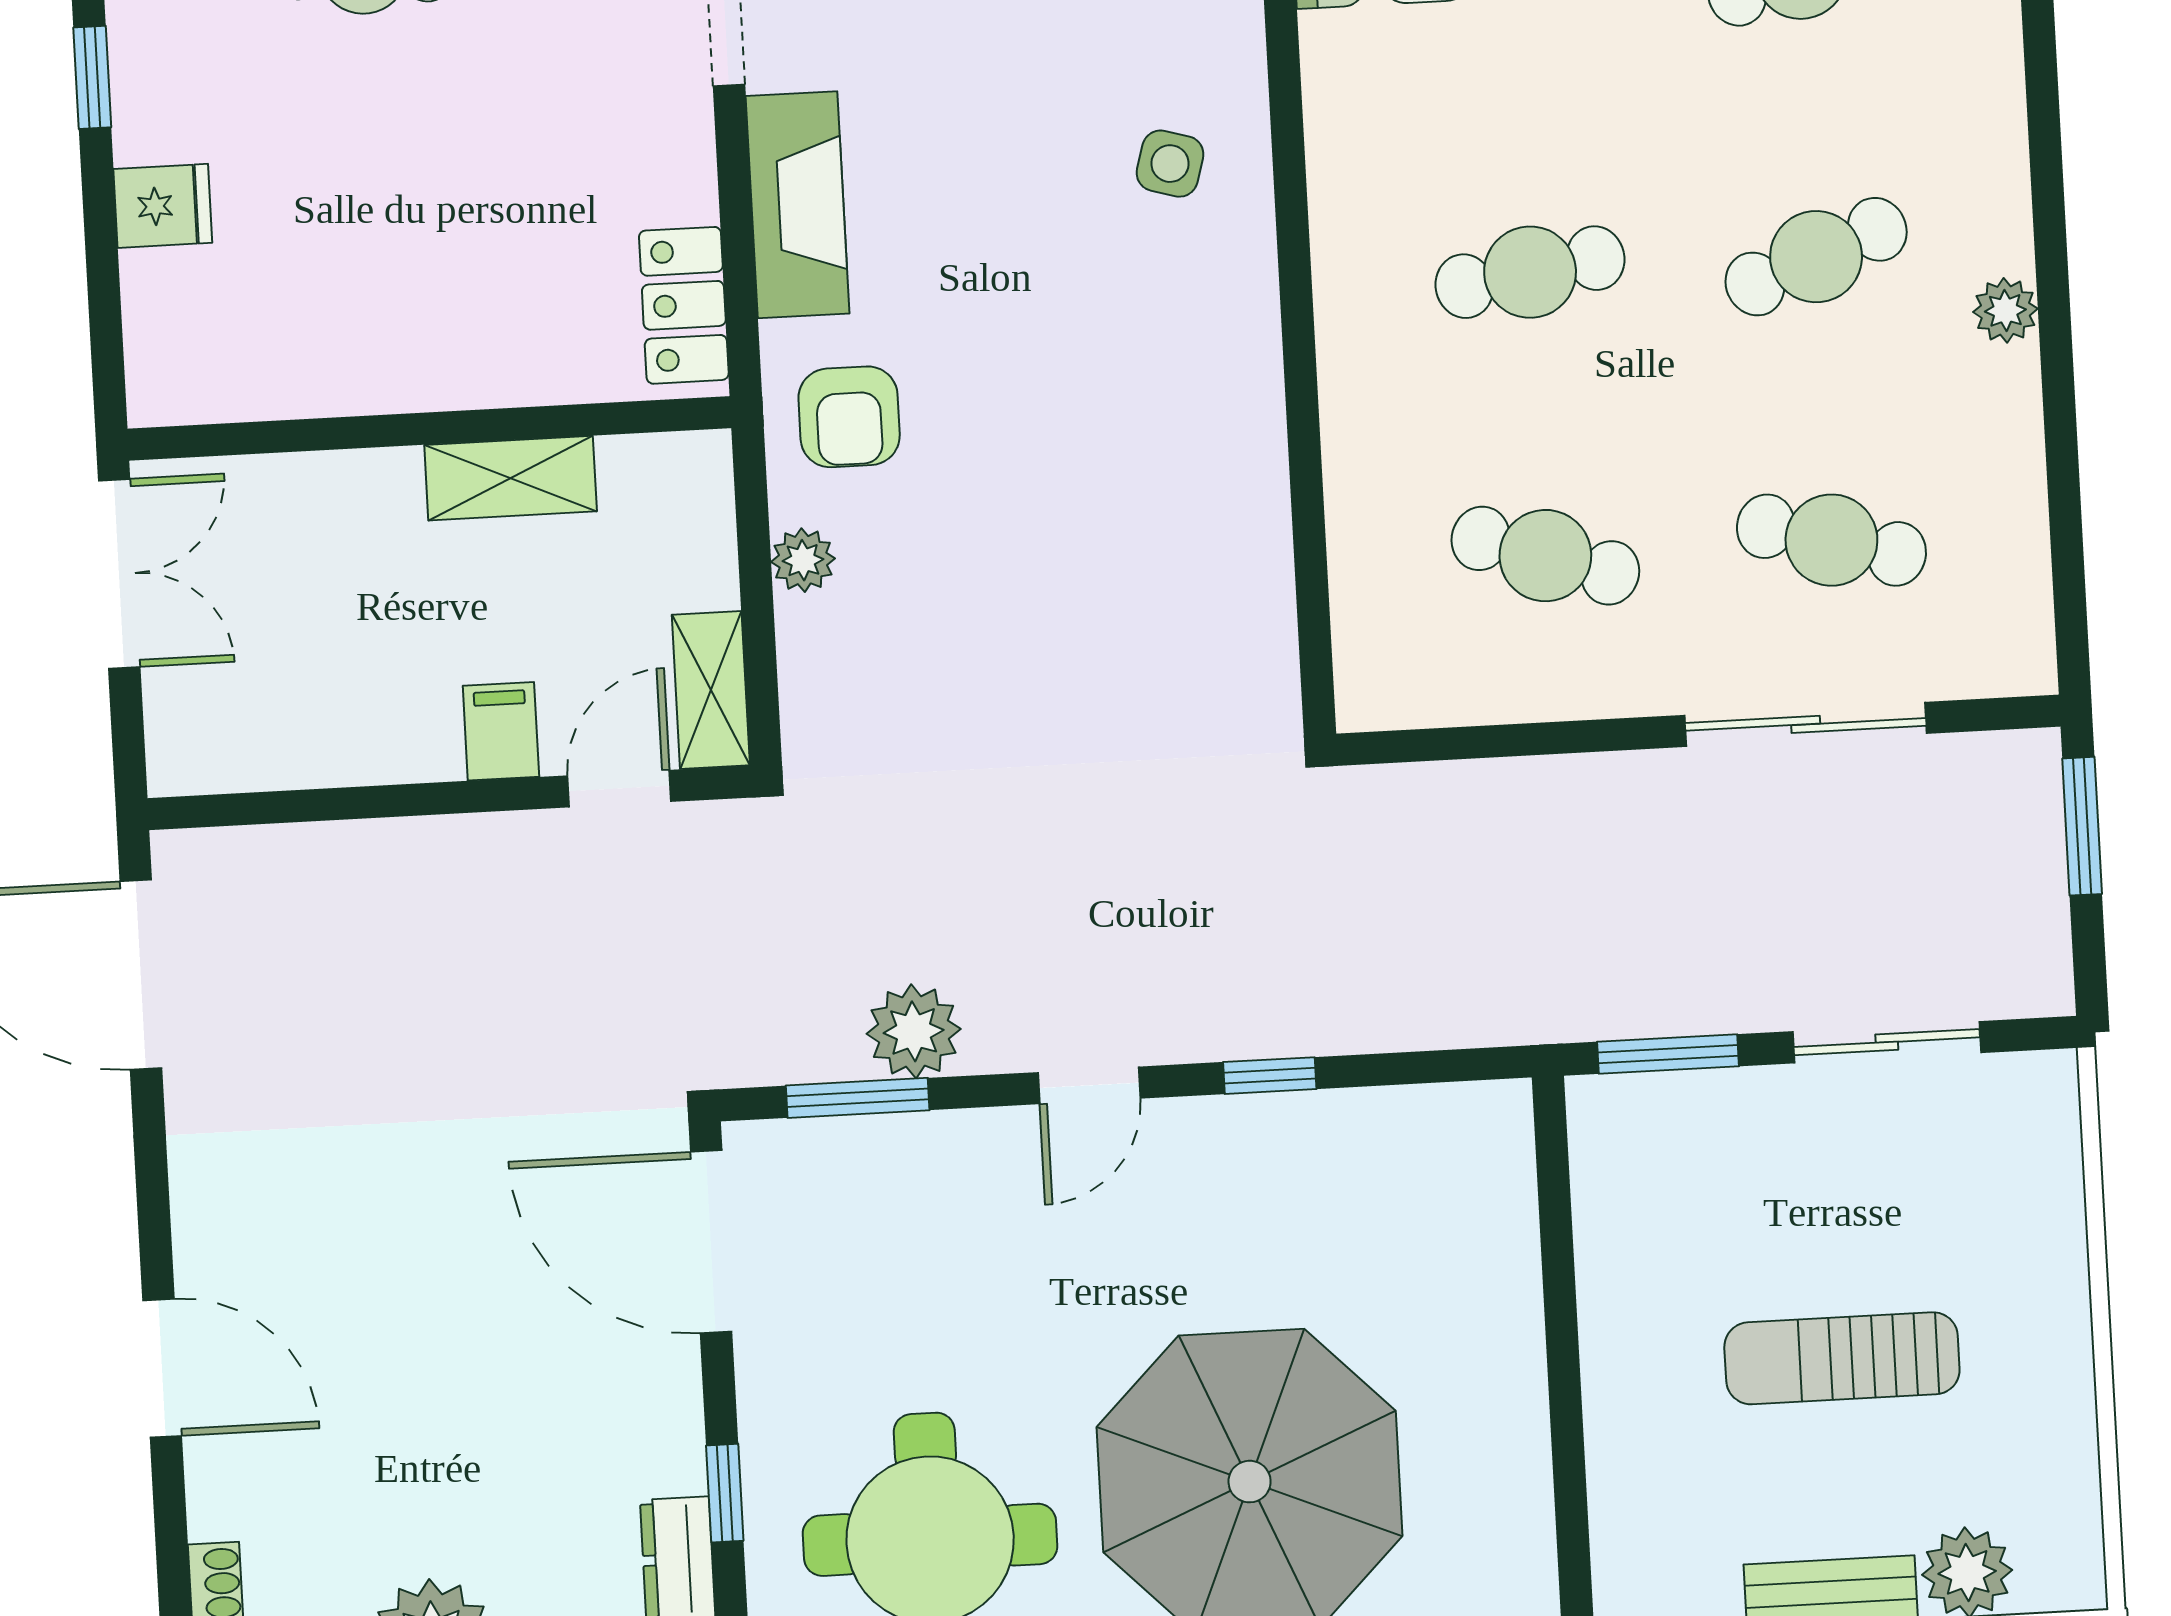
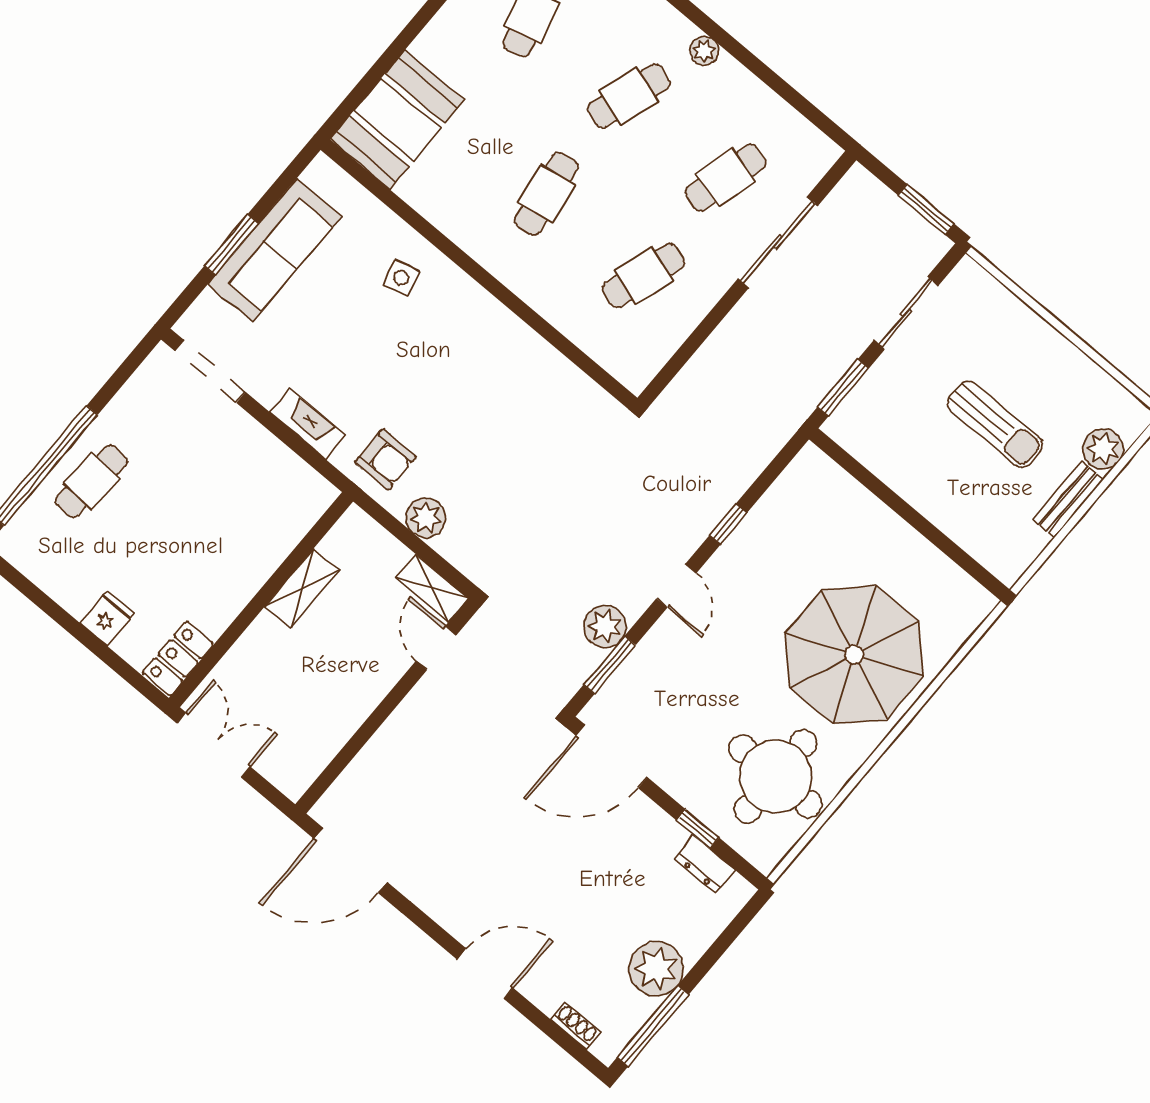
window: (92, 77) -> (44, 602), removed
side table: (1170, 164) -> (401, 278), turned -30
fireplace: (798, 205) -> (308, 424), width x0.73, depth x0.76
cafe table: (1816, 257) -> (629, 96), turned 39
locker: (684, 305) -> (178, 658), moved, turned 90
plant: (803, 560) -> (426, 518), width x1.38, depth x1.38
filing cabinet: (501, 731) -> (381, 669), removed
window: (2082, 826) -> (926, 209), moved
sun lounger: (1842, 1358) -> (995, 424), turned -90

